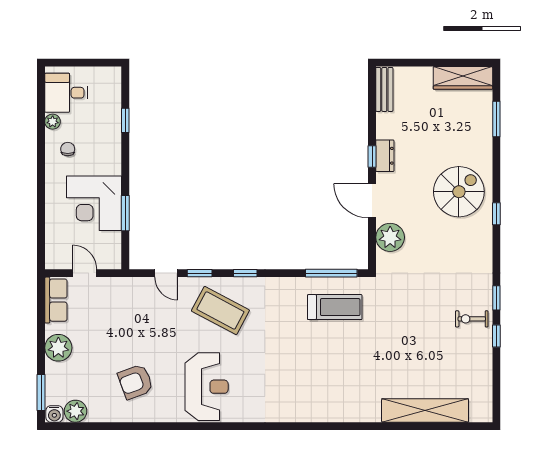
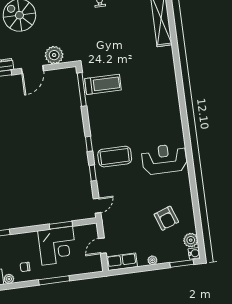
window: (41, 191) -> (54, 280), added
door: (166, 273) -> (97, 206), moved
treadmill: (335, 307) -> (103, 84), turned 90
coffee table: (220, 311) -> (115, 157), turned 62
plant: (58, 348) -> (152, 260), width x0.53, depth x0.53
armchair: (135, 382) -> (166, 218), moved

